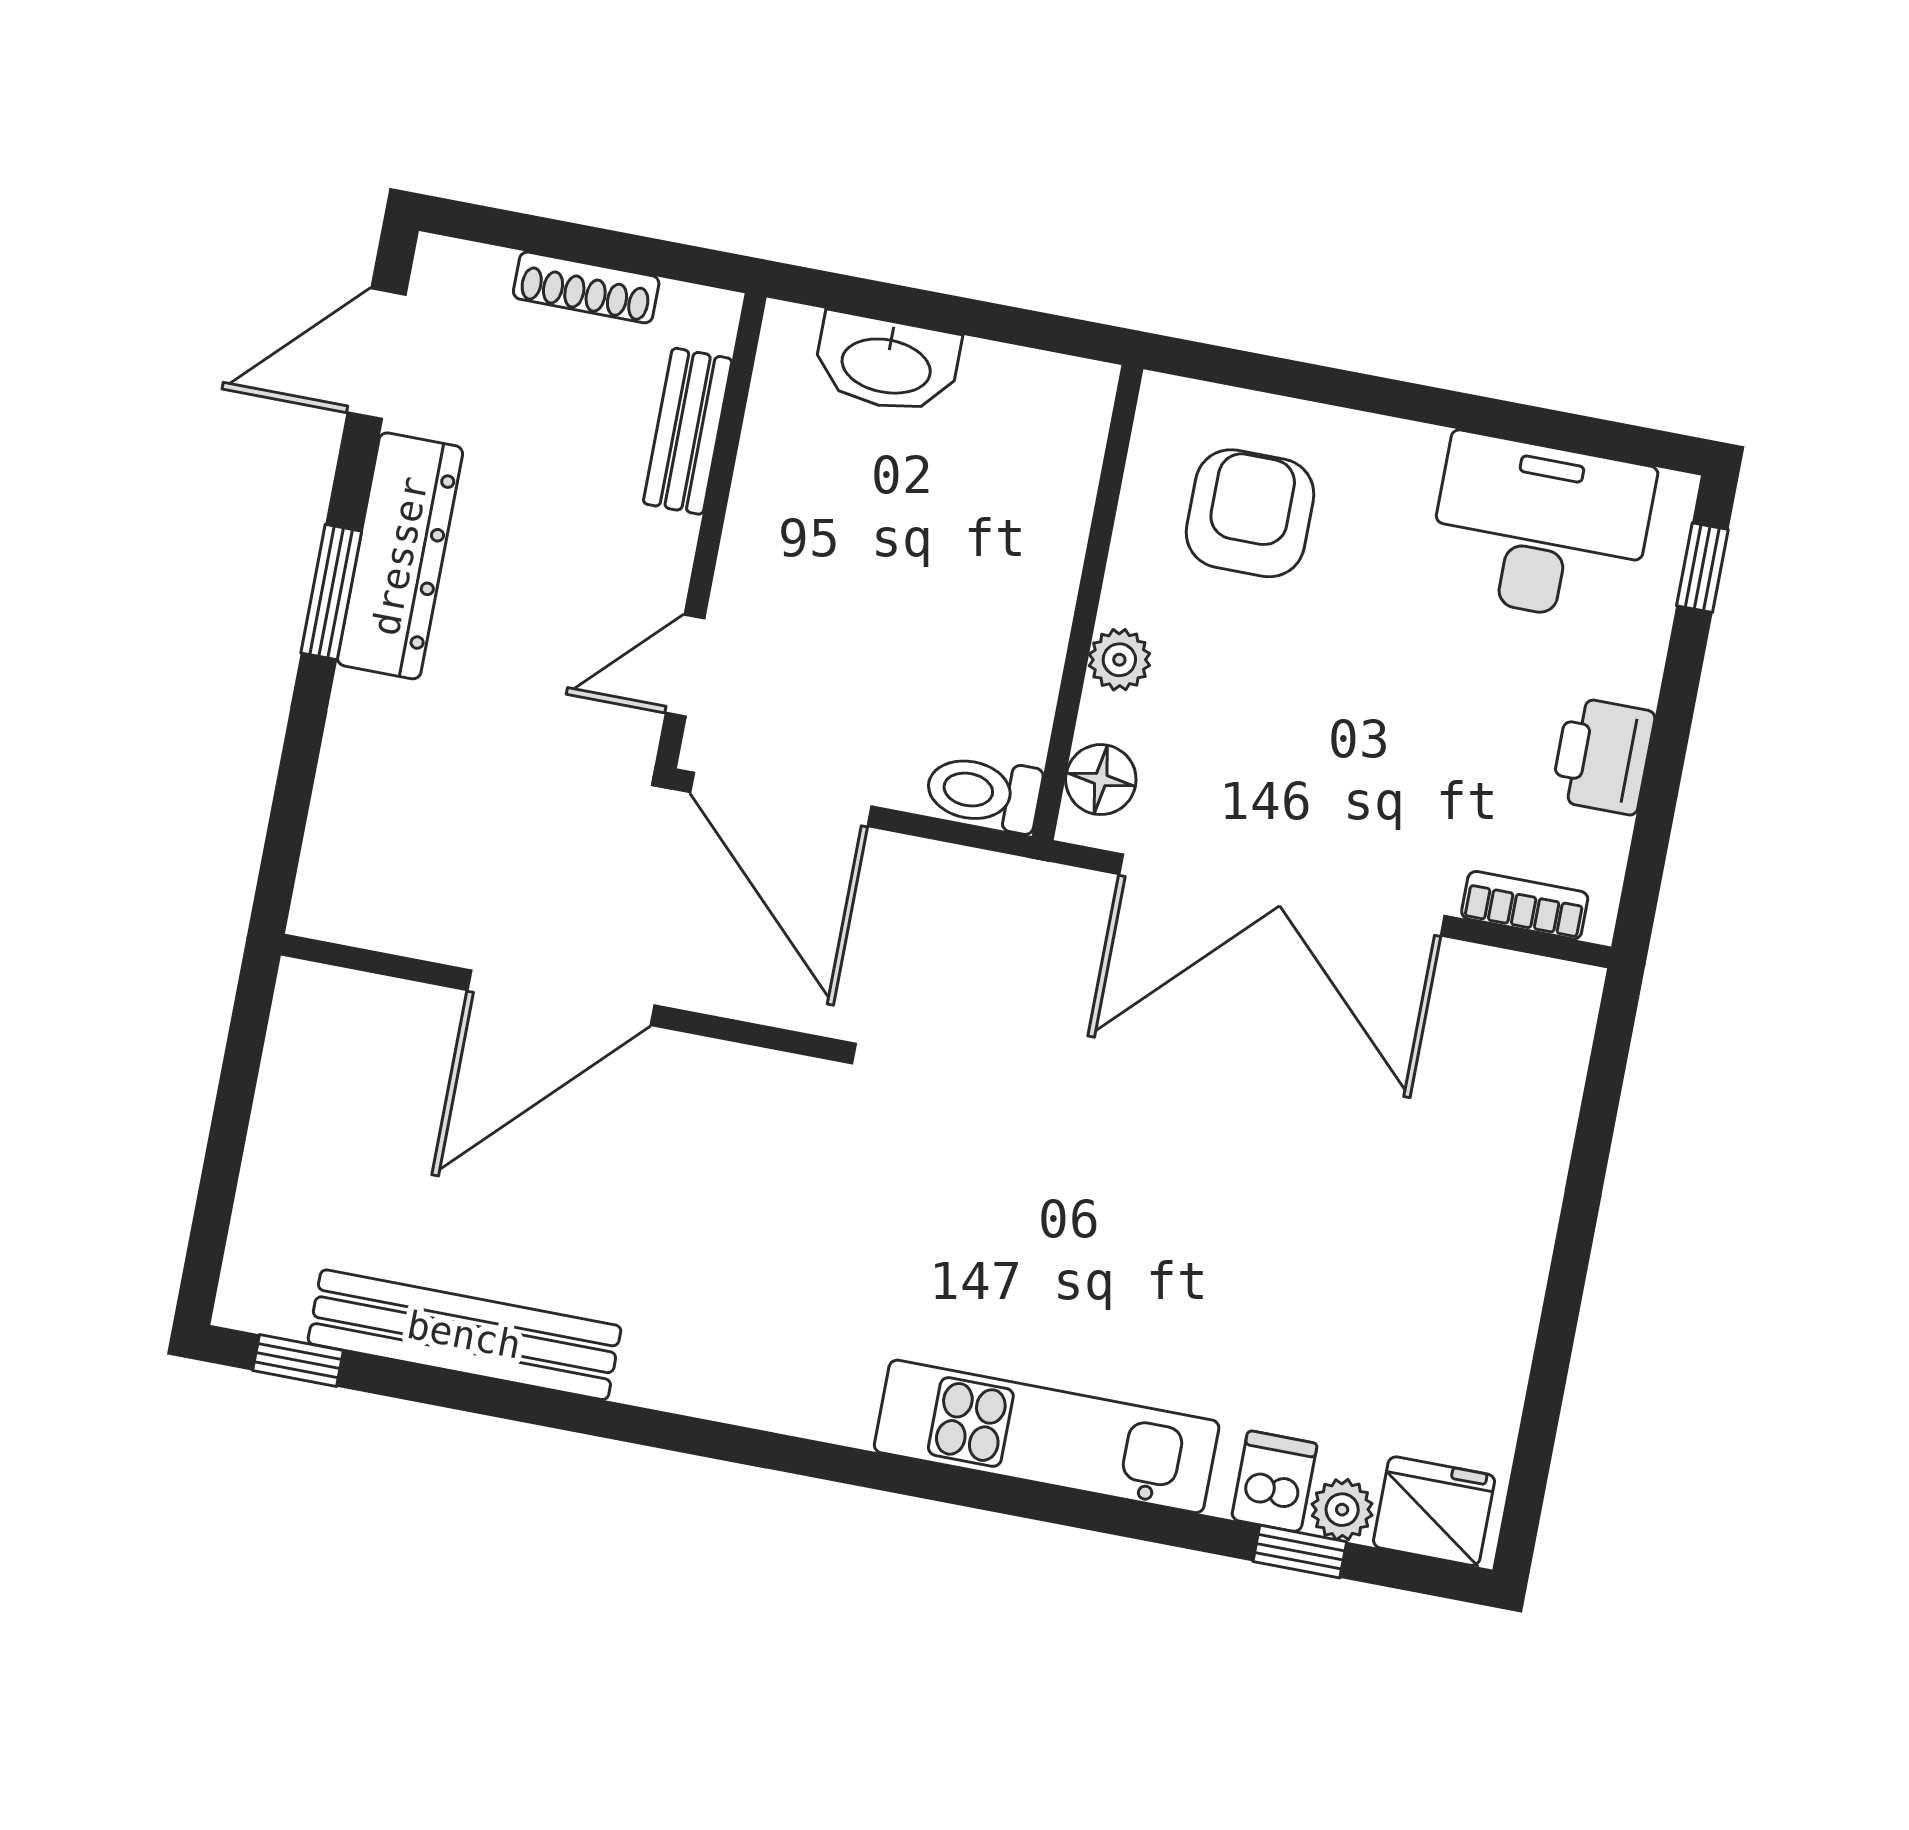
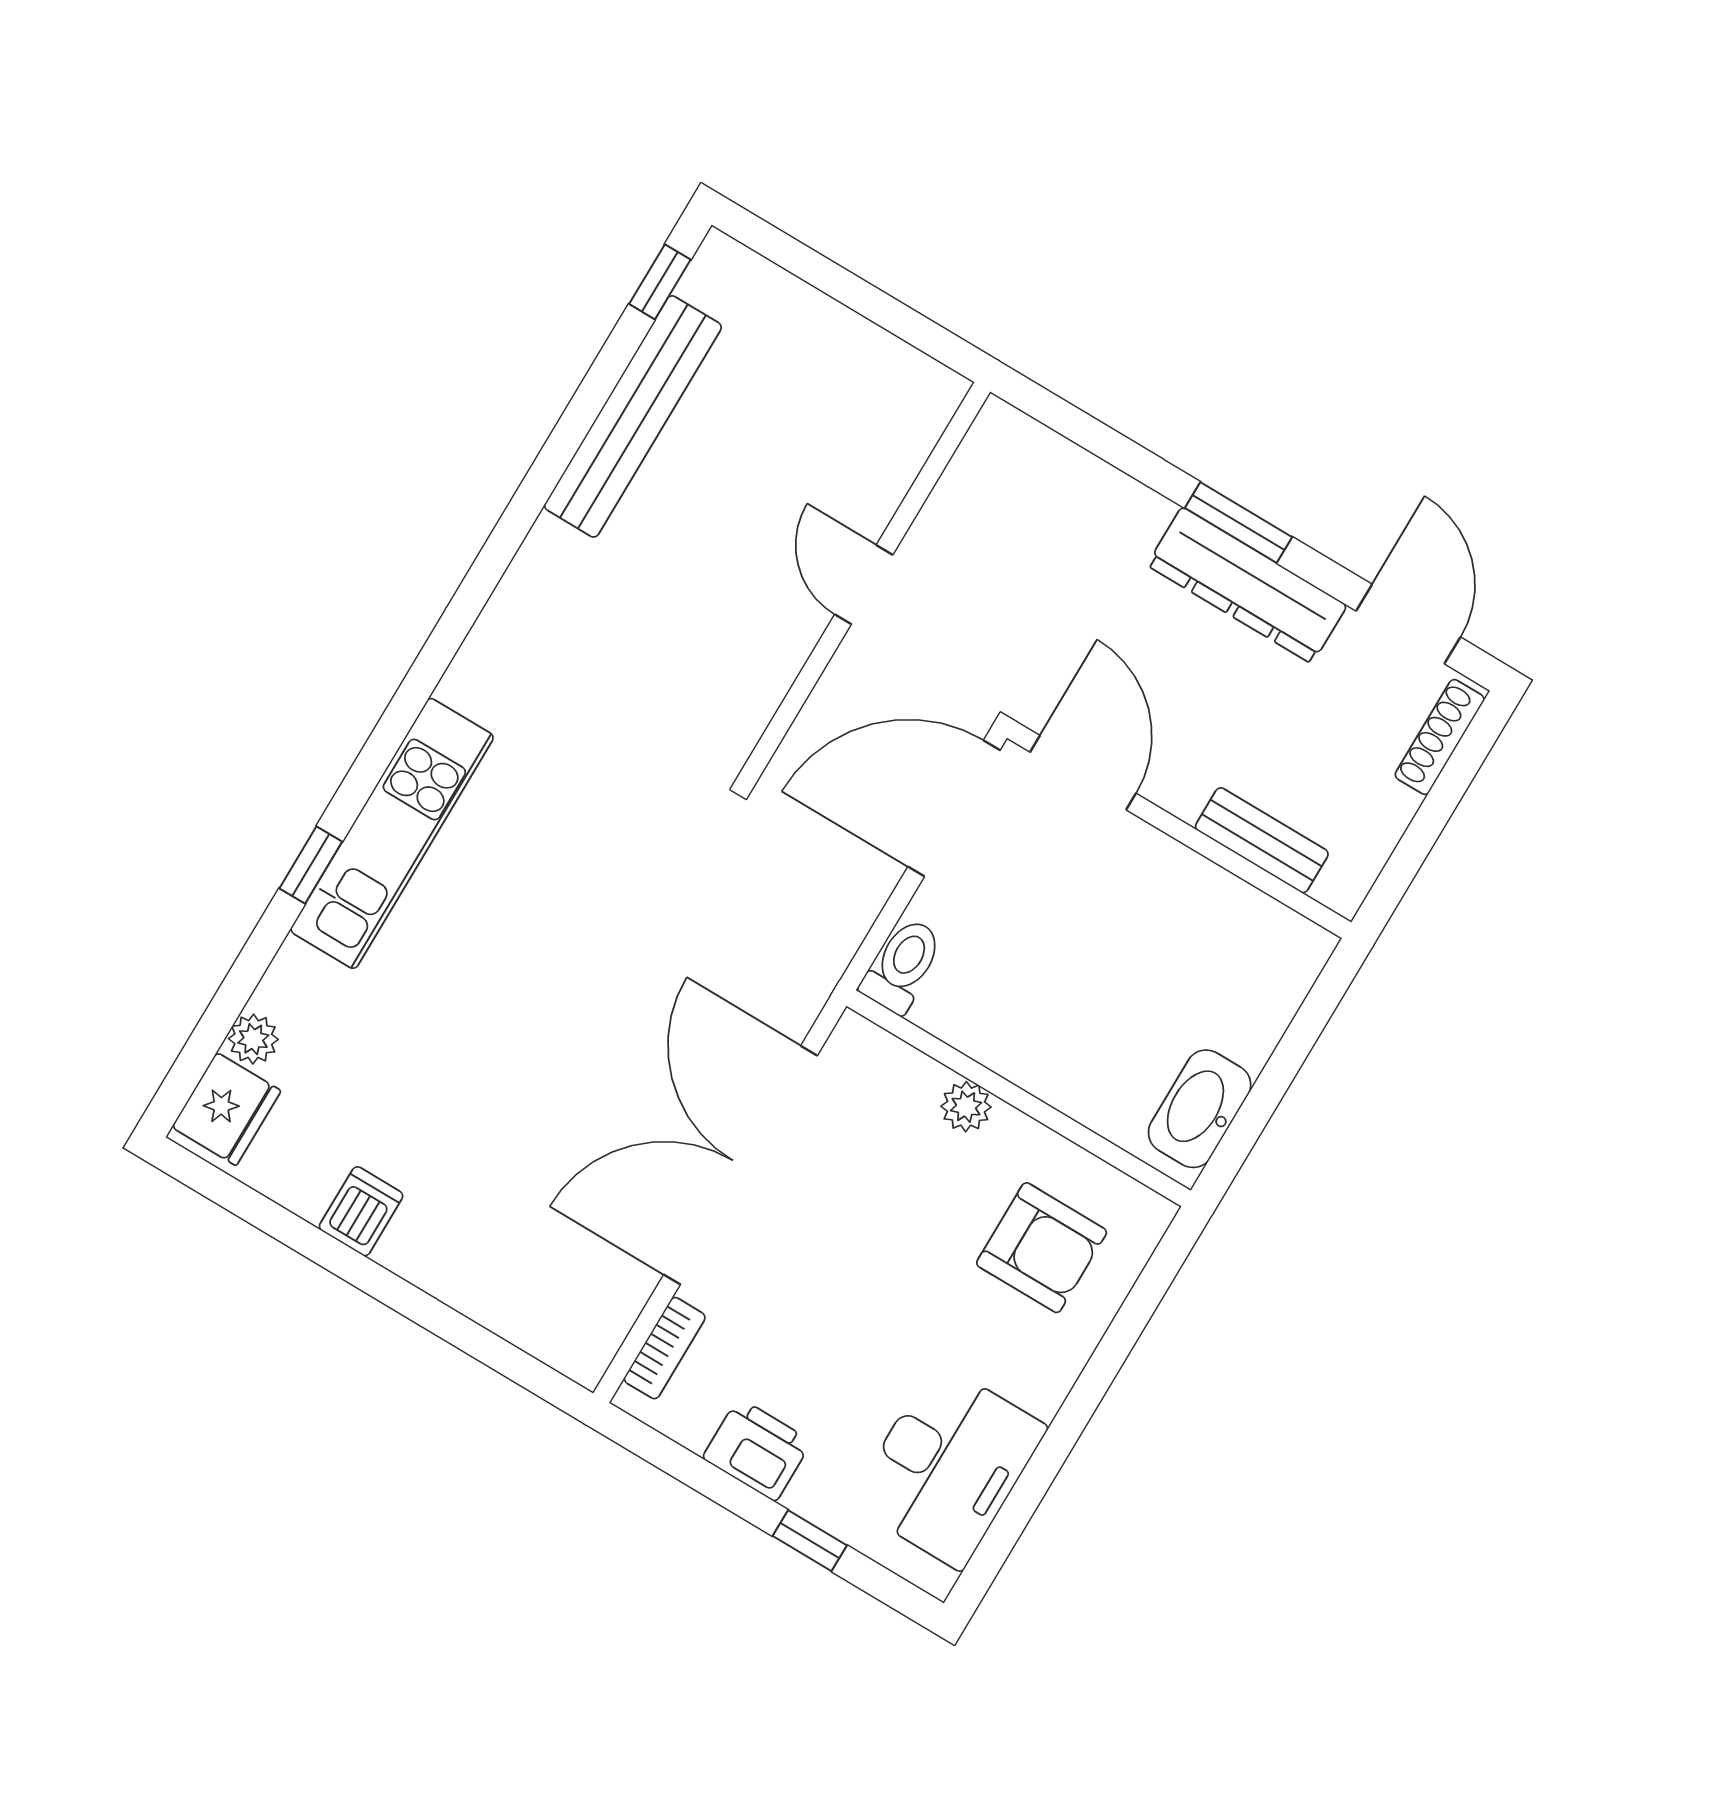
shoe rack: (586, 287) -> (1440, 737), moved
washbasin: (887, 364) -> (1200, 1109), moved
window: (1702, 568) -> (810, 1541), moved
door: (685, 666) -> (1083, 773), width x1.37
floor lamp: (1101, 780) -> (880, 1059), removed
door: (561, 998) -> (864, 585), width x0.53
dishwasher: (1274, 1482) -> (361, 1211), moved, turned -90
window: (1300, 1552) -> (311, 865), moved

